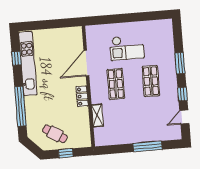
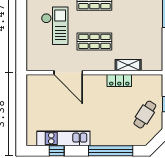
kitchen unit: (28, 64) -> (63, 138), width x0.73
locker: (82, 96) -> (119, 81), moved

